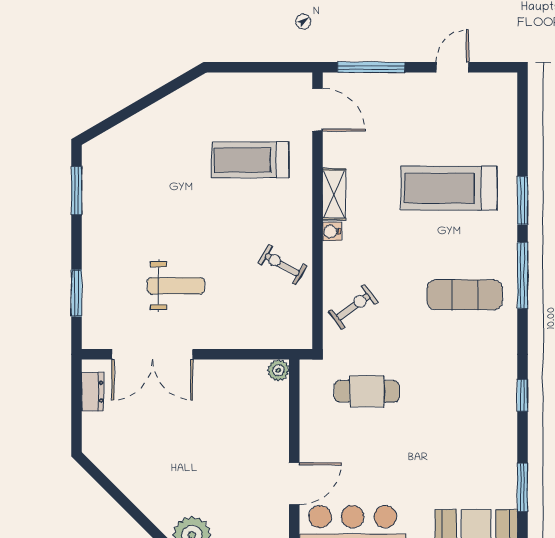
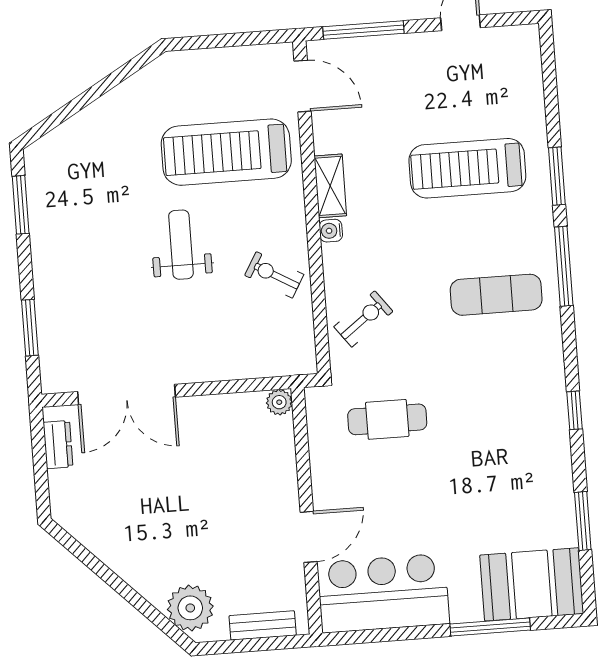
treadmill: (250, 160) -> (226, 152), width x1.37, depth x1.38
weight bench: (176, 286) -> (181, 245), moved, turned -90

